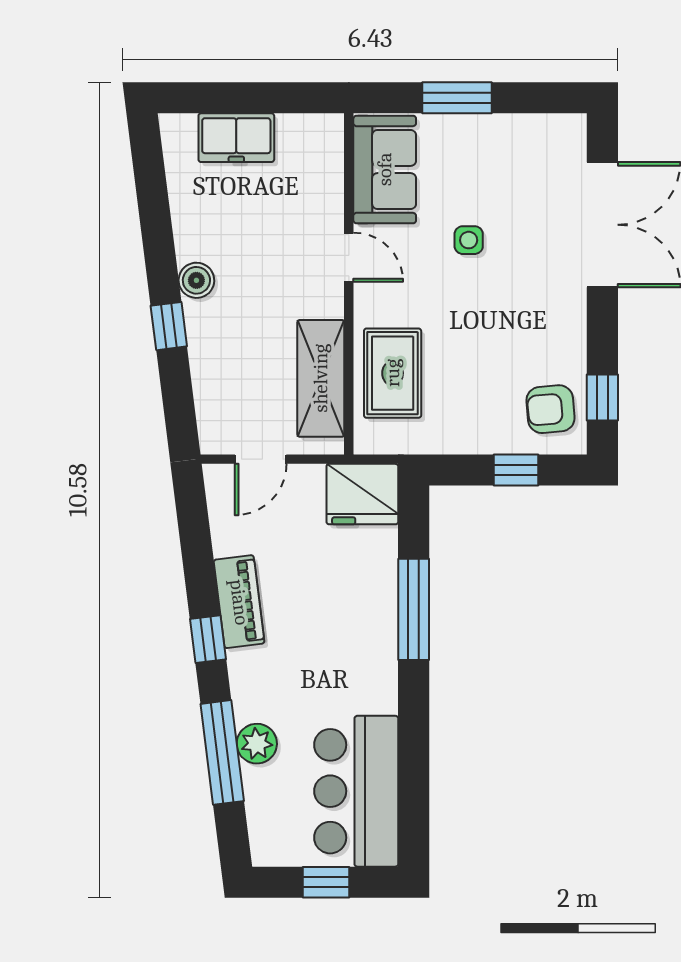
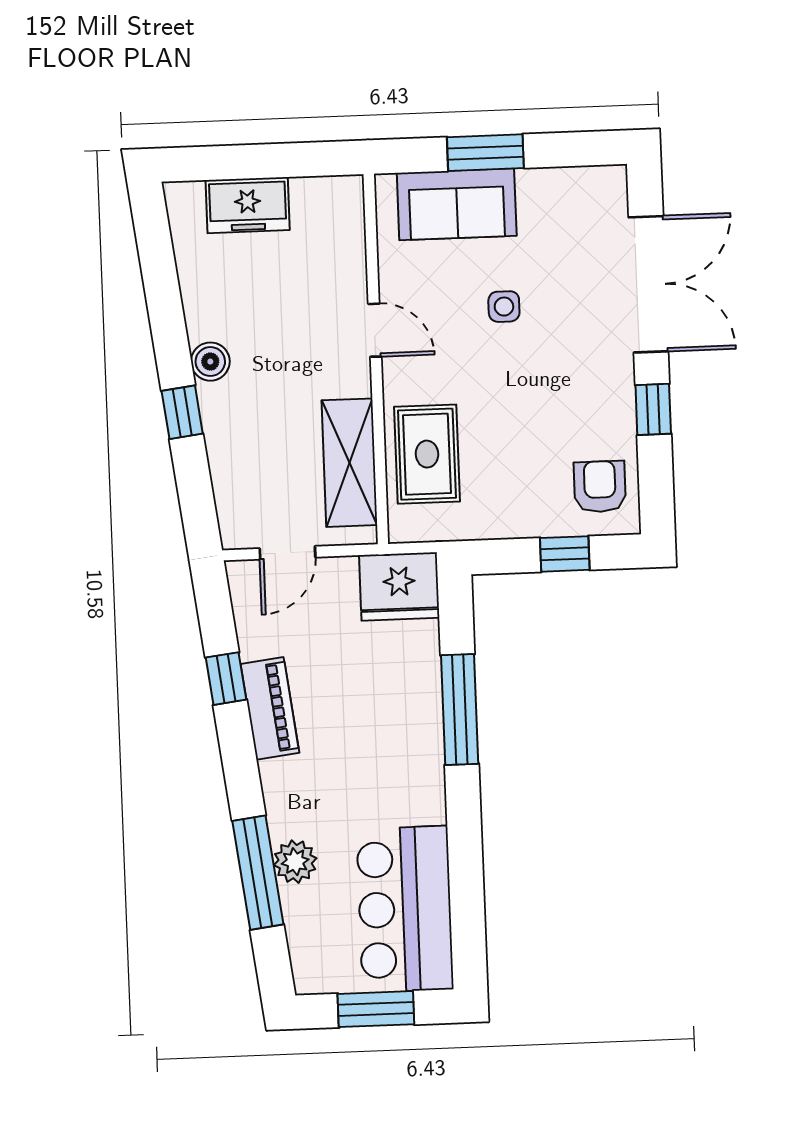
sofa: (385, 169) -> (457, 204), moved, turned 90
window: (602, 398) -> (653, 409), moved
armchair: (550, 409) -> (600, 487), turned 95
window: (208, 639) -> (226, 679), moved
window: (326, 882) -> (376, 1009), width x1.50

